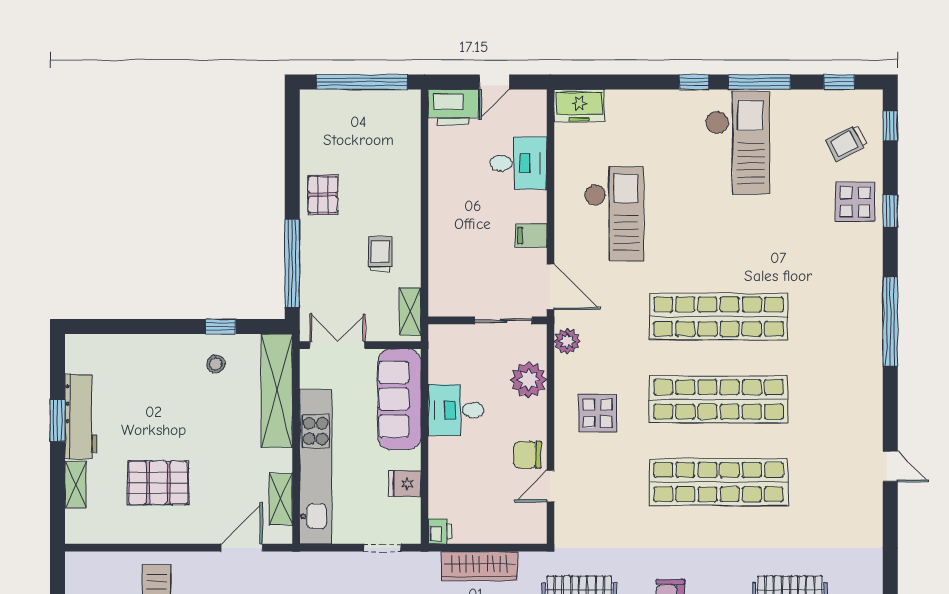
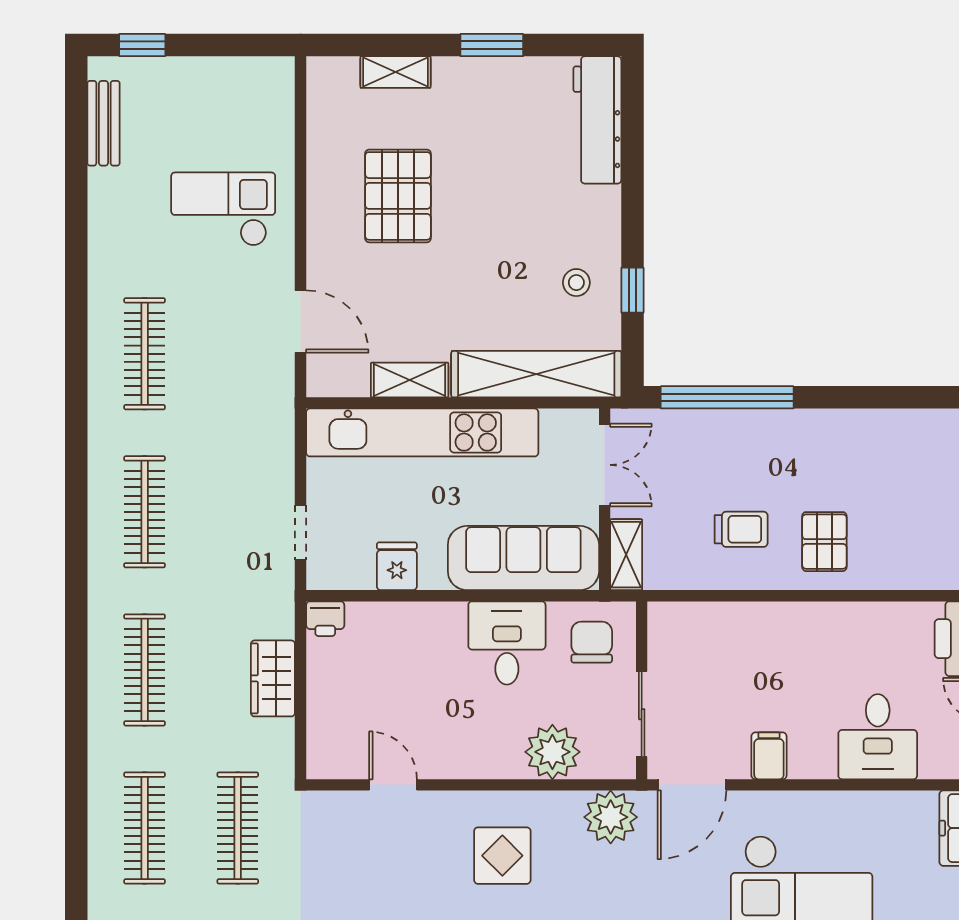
pallet: (323, 195) -> (824, 542), moved, turned 90
shelving: (410, 311) -> (626, 555), moved, turned 90
plant: (567, 341) -> (611, 817), width x1.36, depth x1.36
workbench: (81, 417) -> (597, 120), moved, turned 90
chair: (528, 455) -> (592, 642), moved
shelving: (281, 499) -> (410, 380), moved
wardrobe: (480, 566) -> (273, 678), width x0.67

